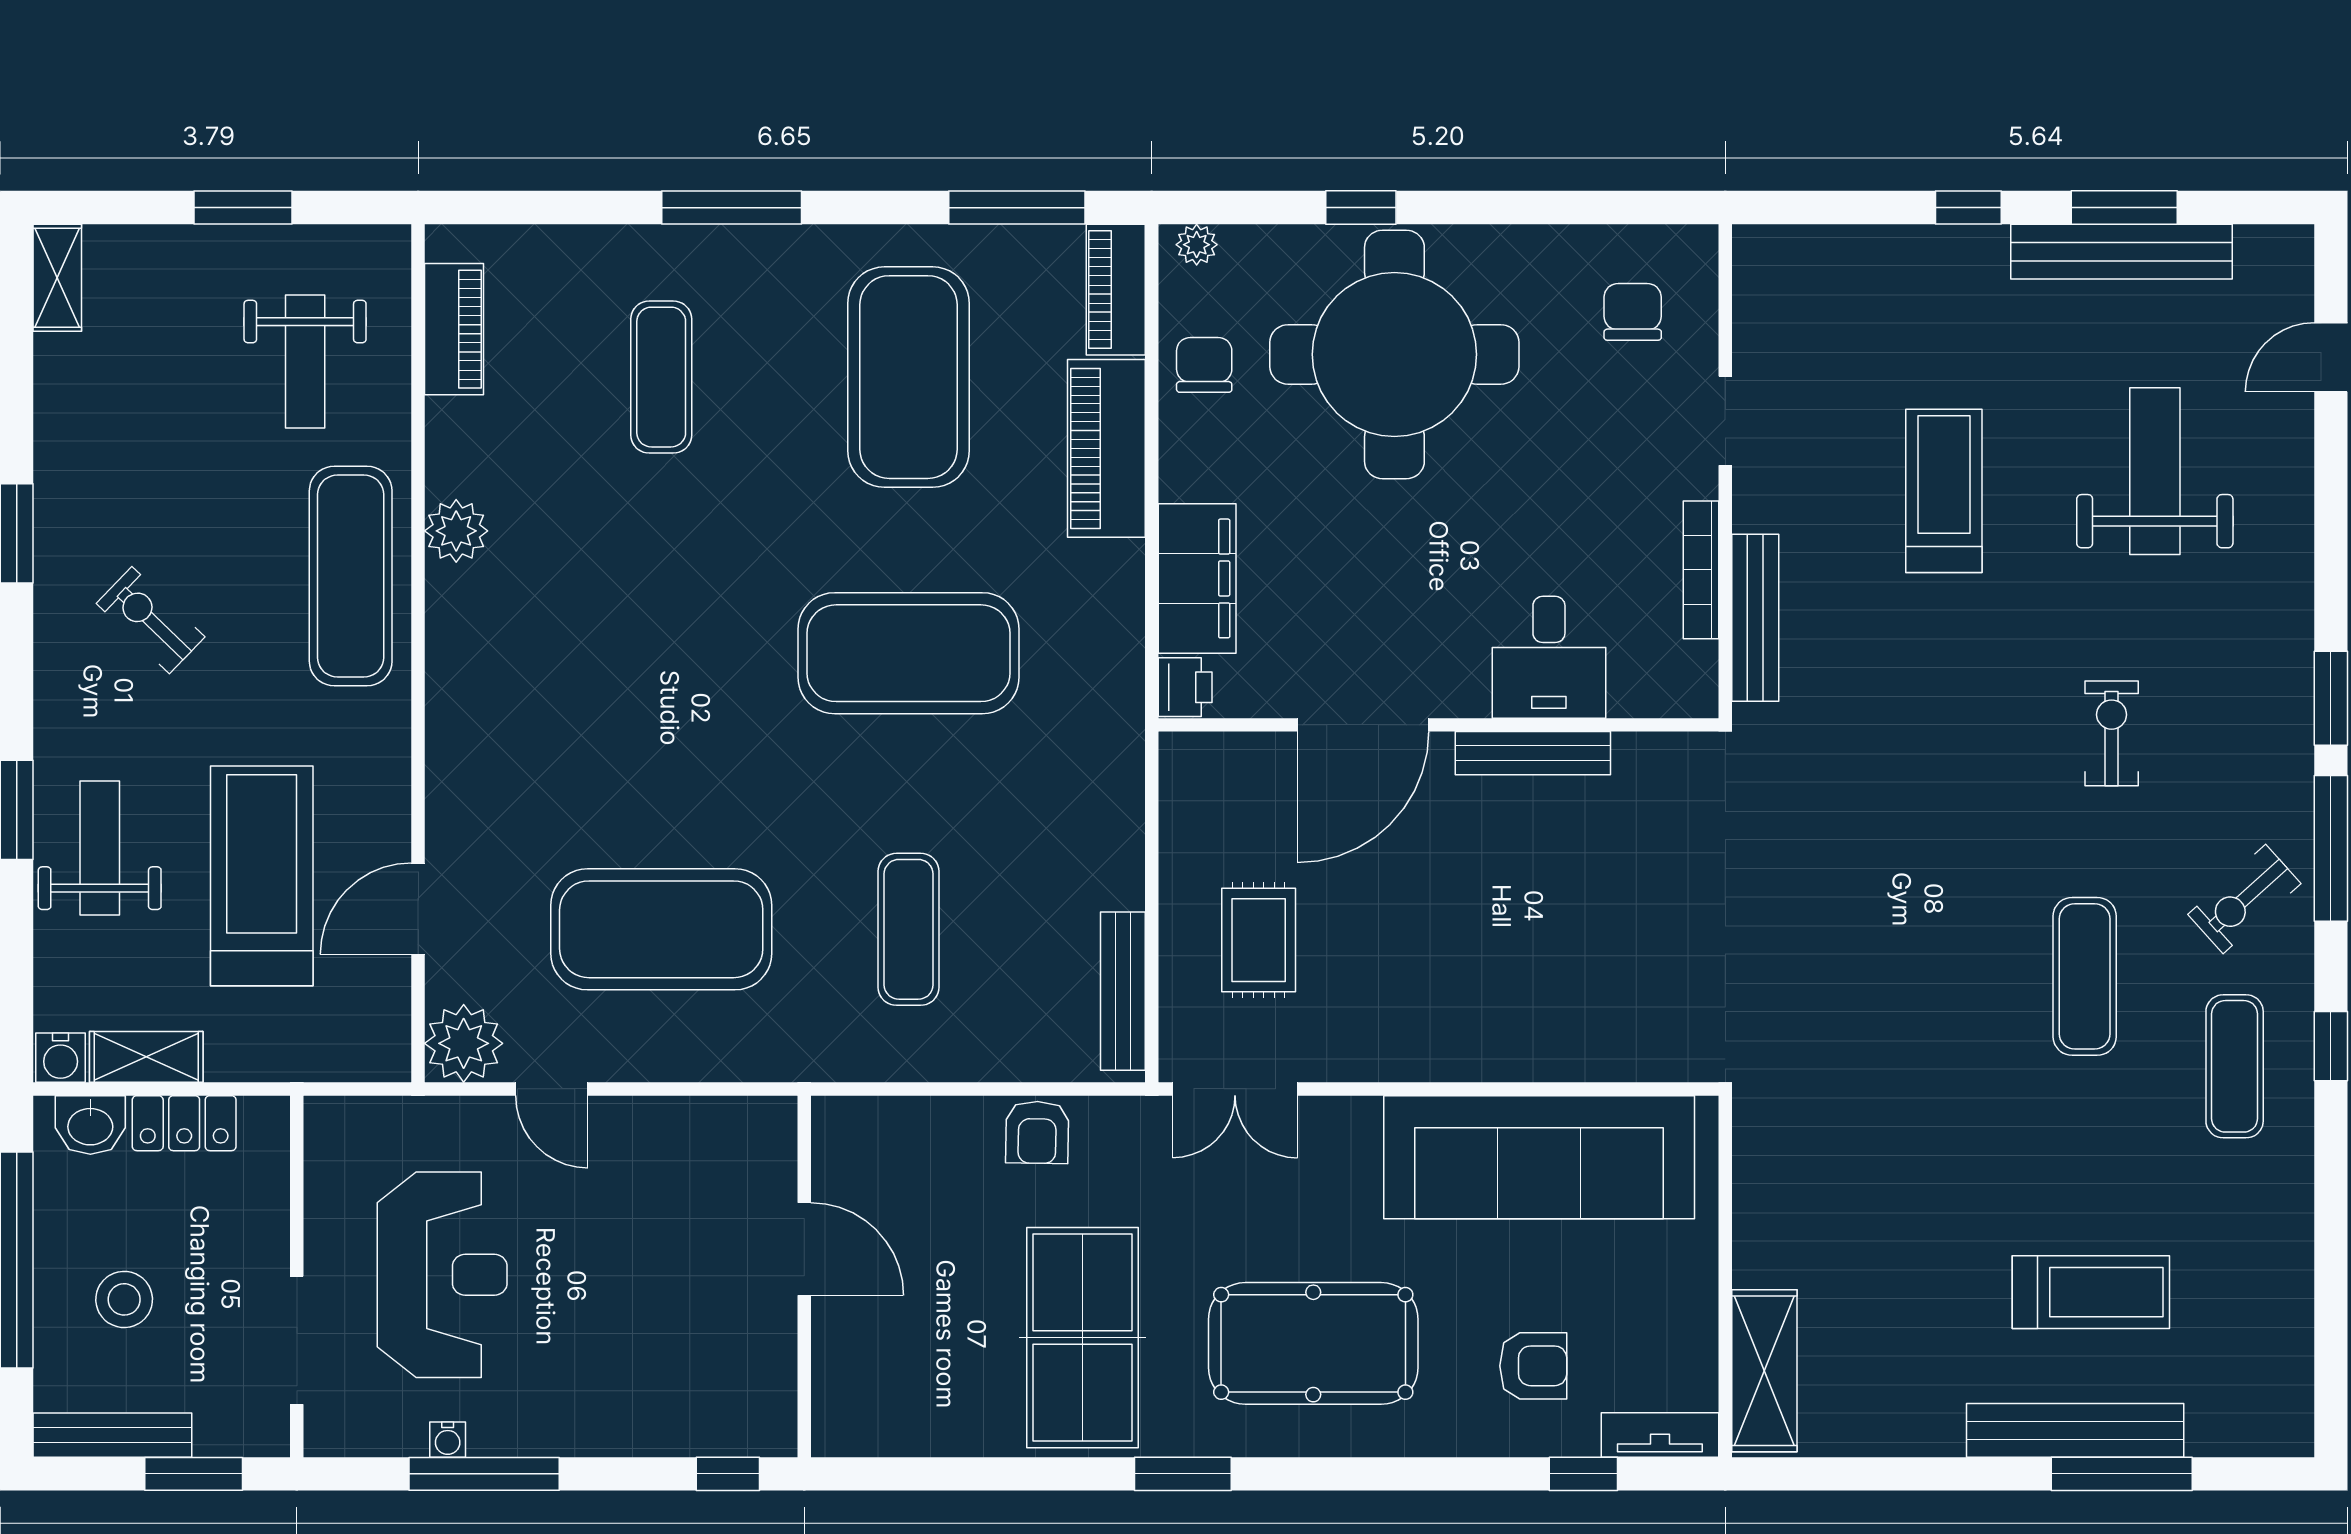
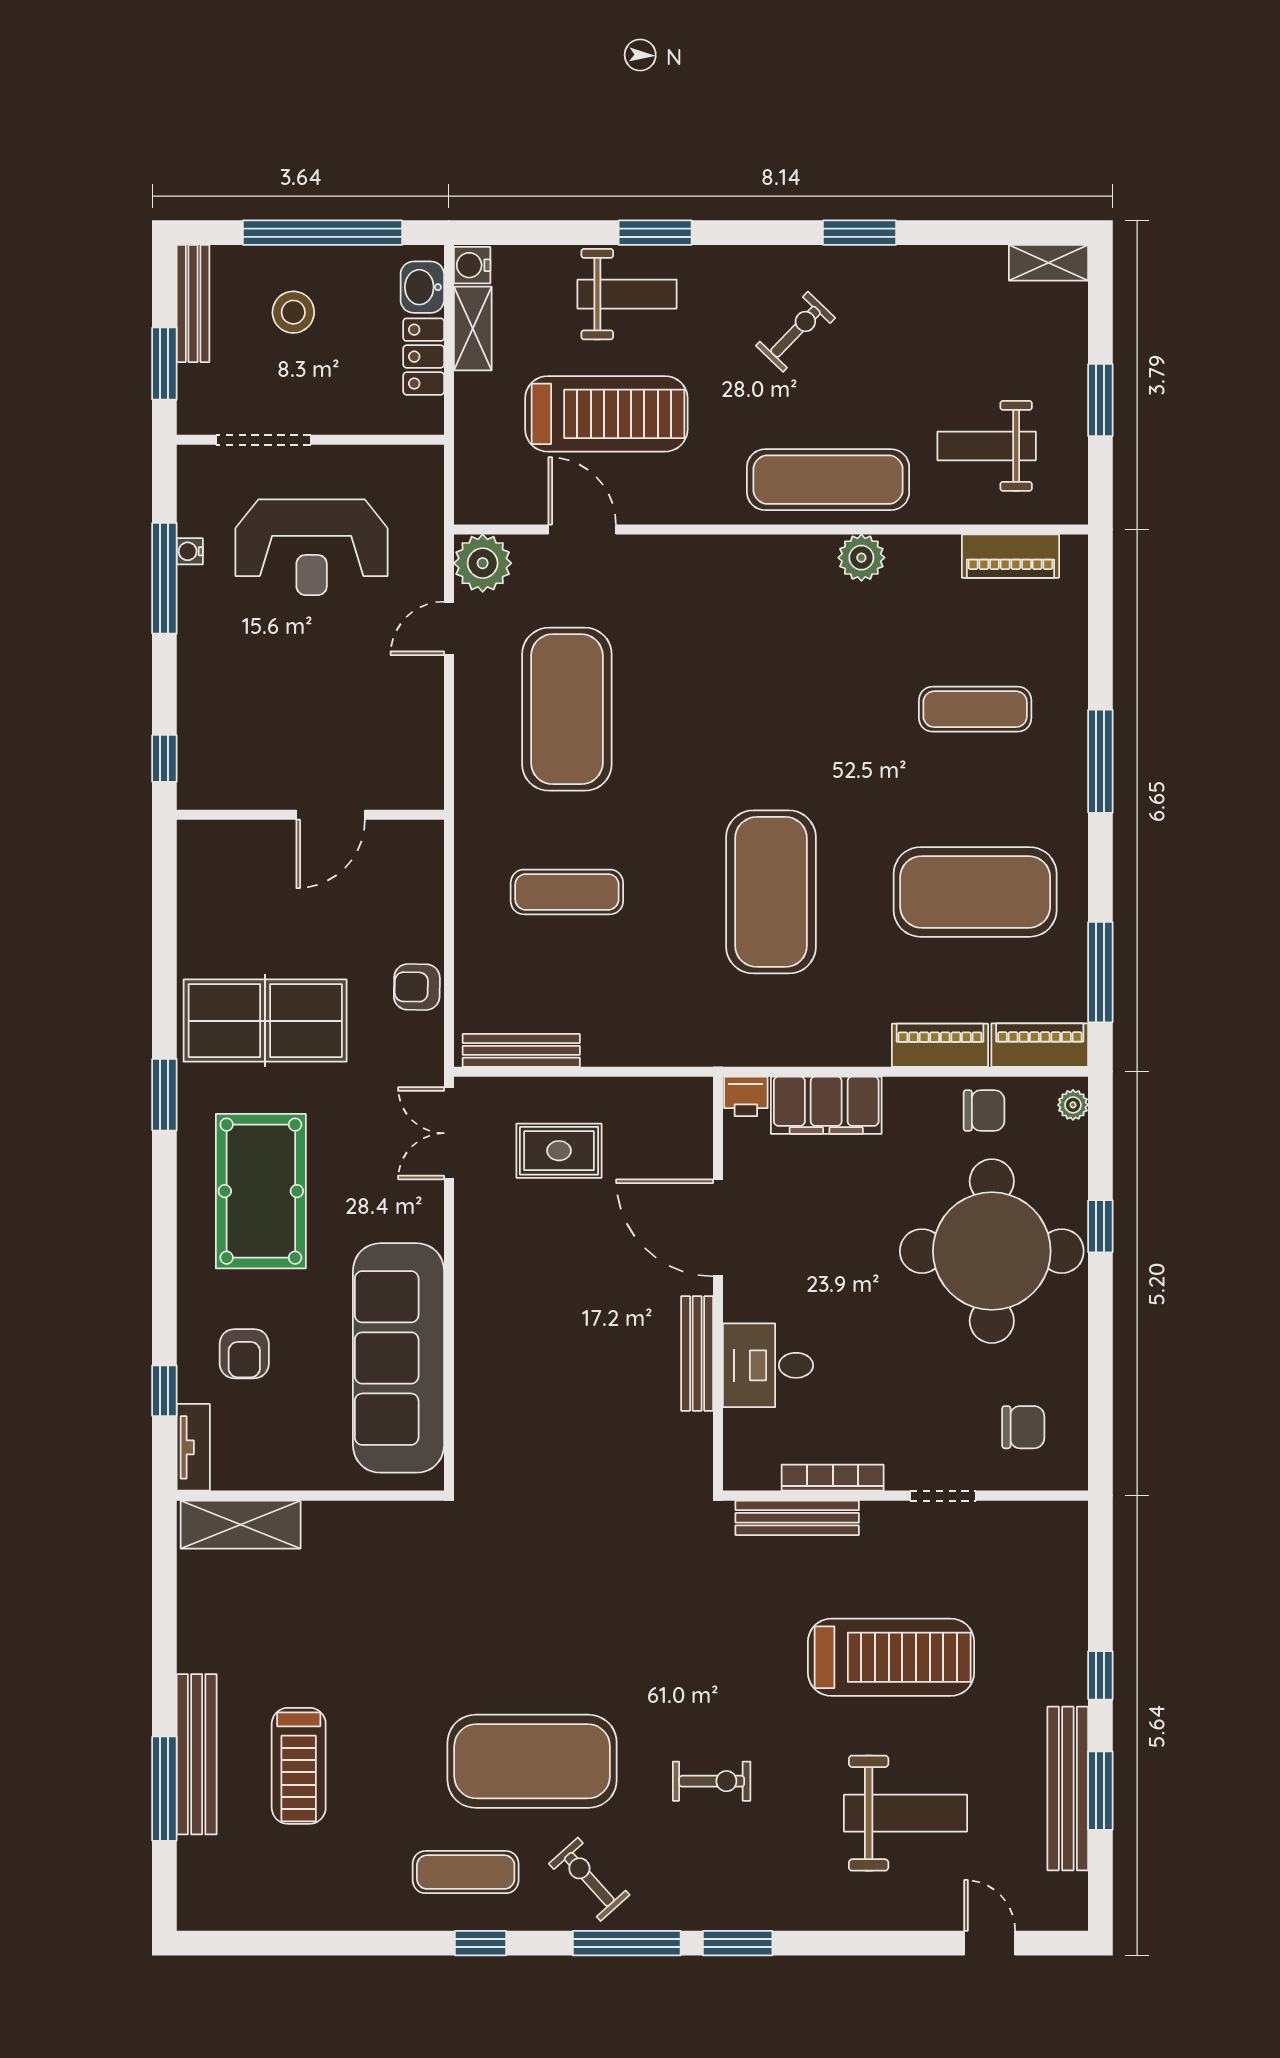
piano: (1106, 448) -> (940, 1045), width x0.73, depth x0.75
treadmill: (1944, 491) -> (891, 1657), width x1.37, depth x1.38
exercise mat: (2085, 976) -> (532, 1761), width x2.00, depth x1.45

